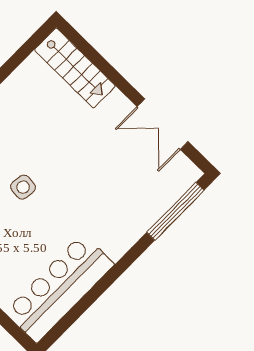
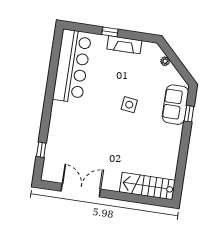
window: (175, 211) -> (41, 150), width x0.32

